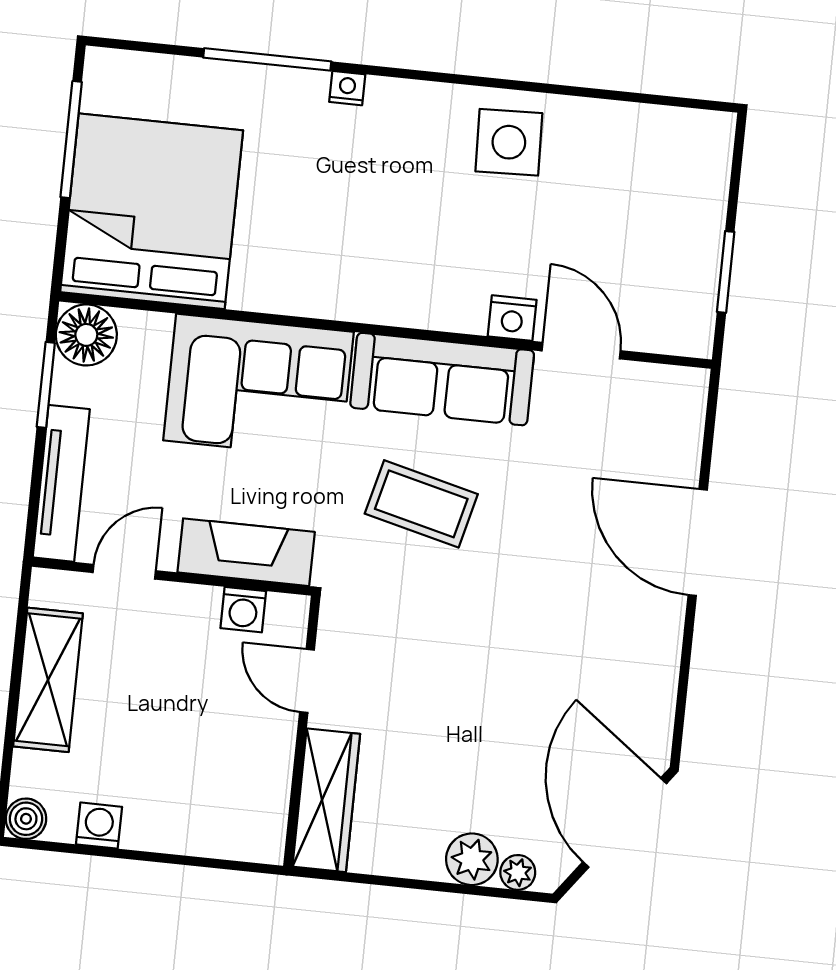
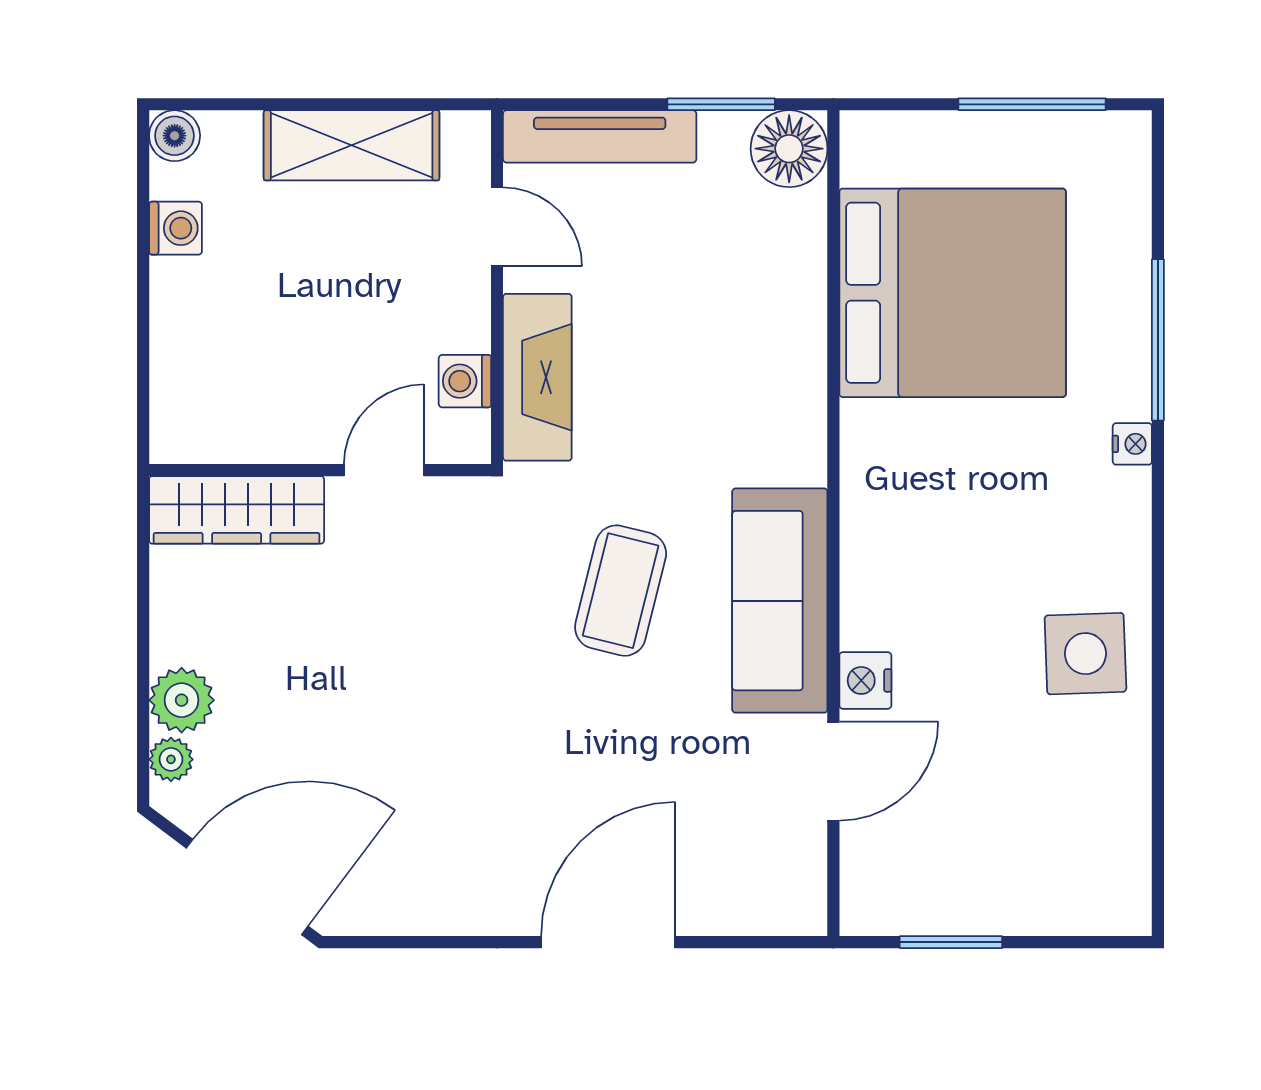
bed: (152, 211) -> (953, 293), moved
corner sofa: (258, 386) -> (747, 371), removed

